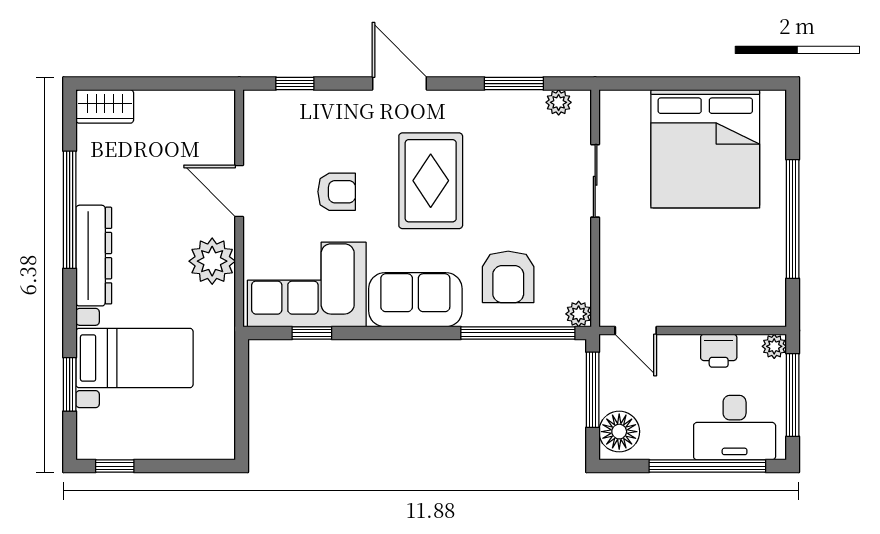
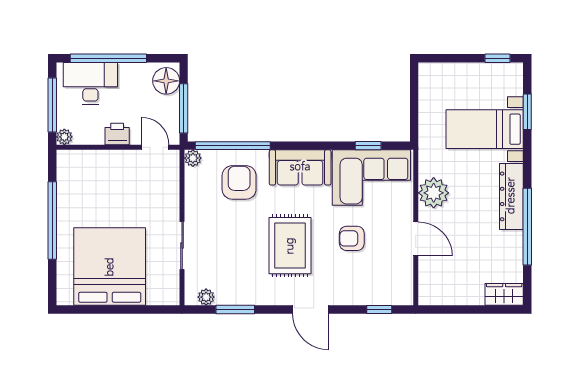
printer: (719, 351) -> (117, 134), moved

